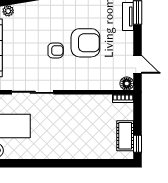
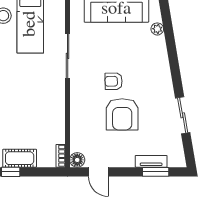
armchair: (56, 51) -> (114, 81), turned 89
door: (138, 64) -> (98, 172), hinge flipped

